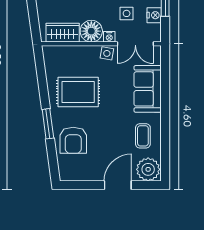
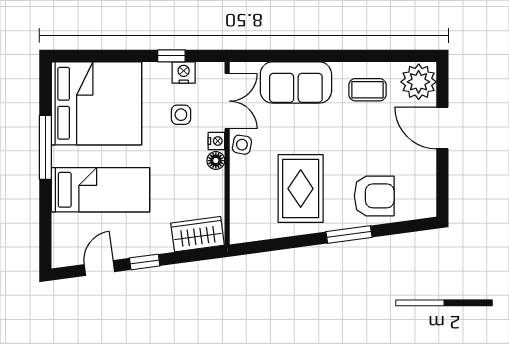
floor lamp: (91, 31) -> (216, 161), width x0.53, depth x0.53
wardrobe: (63, 33) -> (198, 234), moved, turned 82

